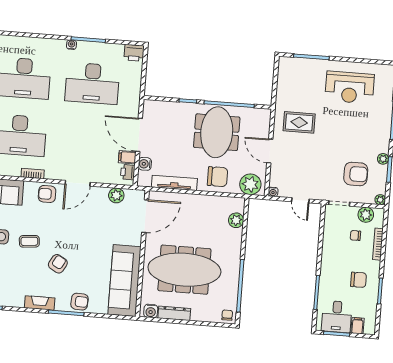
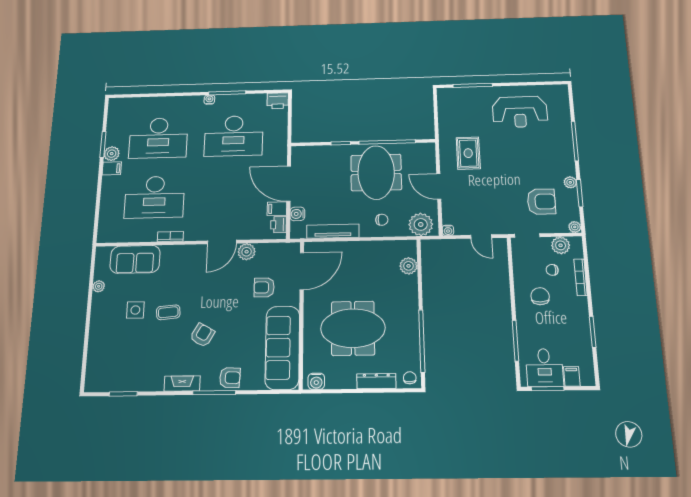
rug: (299, 122) -> (468, 153), turned 90
chair: (217, 177) -> (382, 220), width x0.54, depth x0.54
armchair: (47, 194) -> (264, 287), moved
plant: (116, 195) -> (247, 252), moved
meeting table: (184, 270) -> (353, 328), width x0.73
chair: (358, 280) -> (540, 296), moved, turned -90
dresser: (174, 313) -> (376, 381), moved

